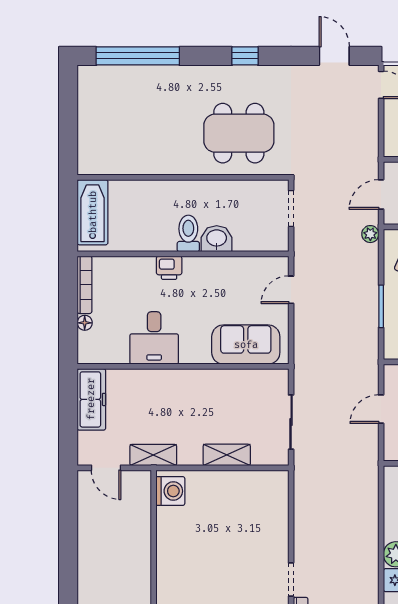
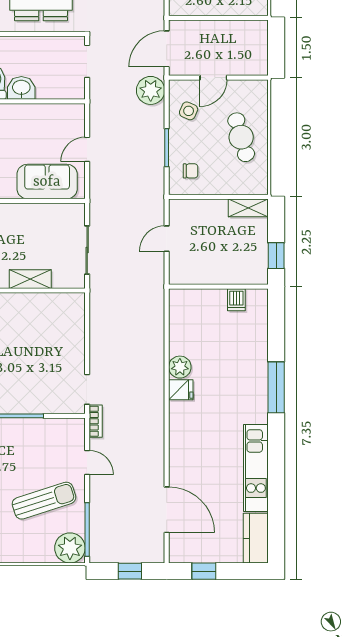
door: (381, 194) -> (167, 49), width x1.38
plant: (370, 234) -> (151, 90), width x1.88, depth x1.88
door: (291, 290) -> (87, 149), moved

